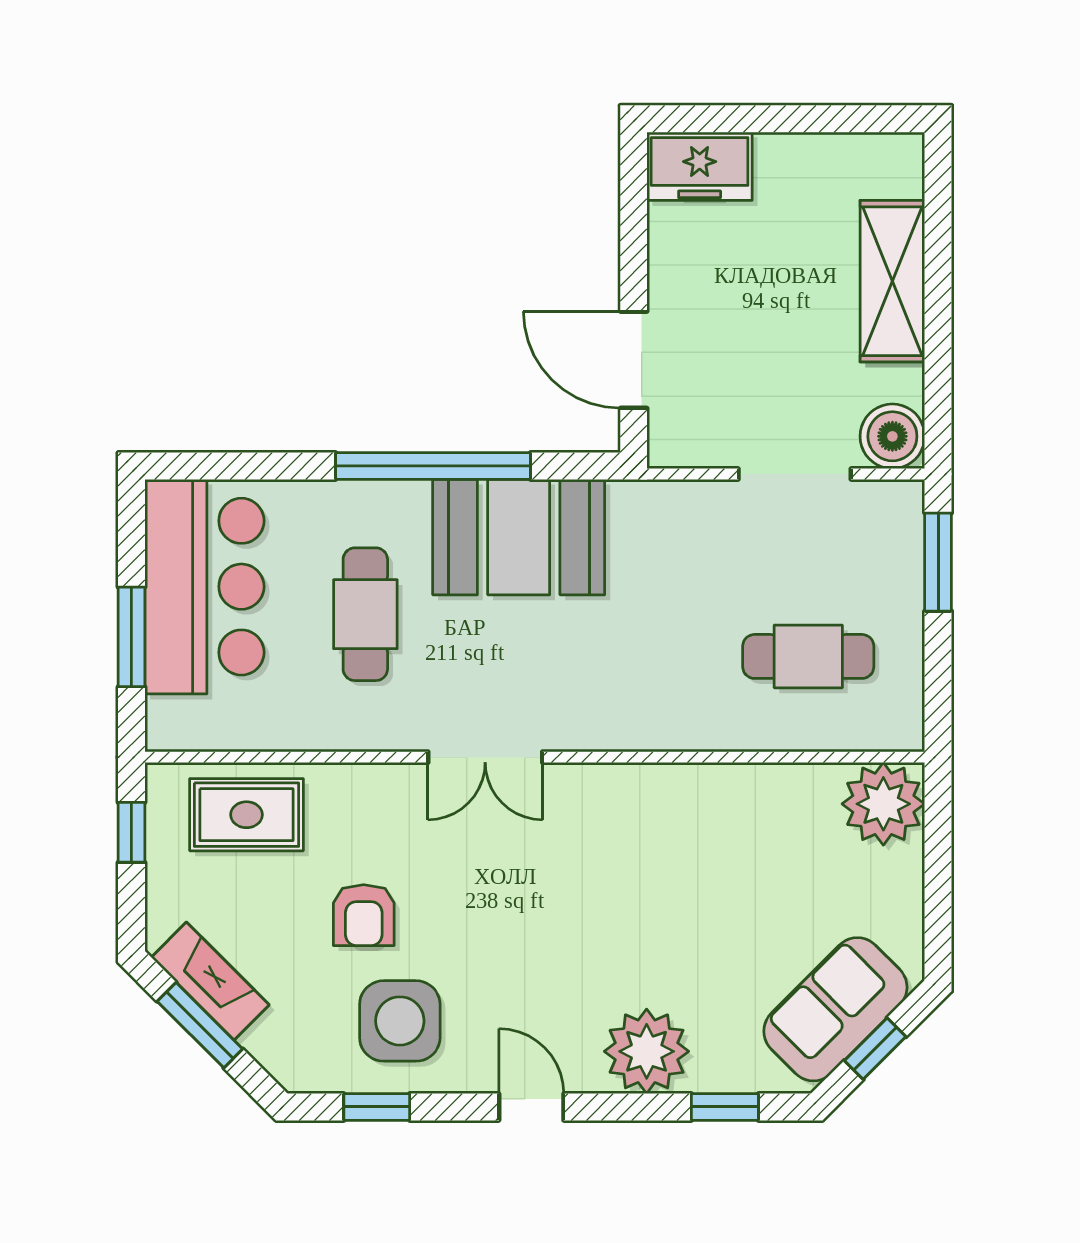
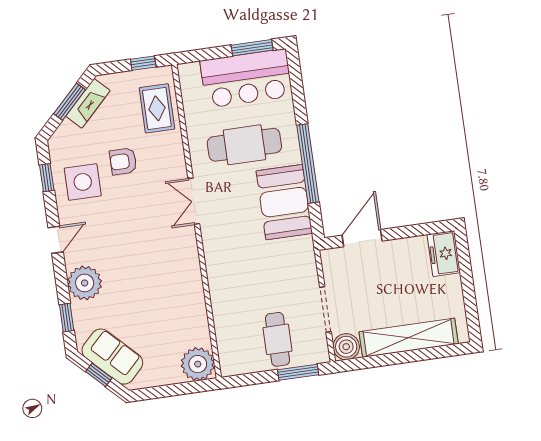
shelving: (892, 281) -> (409, 338), width x1.47
cafe table: (365, 614) -> (244, 145), width x1.37, depth x1.35
window: (131, 637) -> (252, 48), moved
cafe table: (808, 656) -> (278, 339), moved

